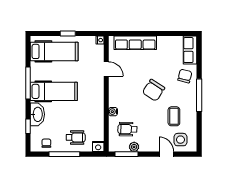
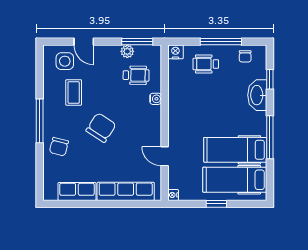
row of seats: (190, 50) -> (77, 191), moved, turned -90
hospital bed: (54, 91) -> (235, 150), moved

